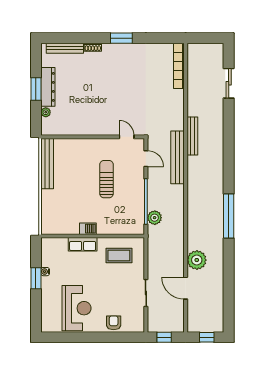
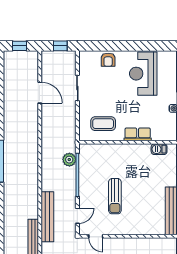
door: (146, 159) -> (77, 216), swing flipped
barbecue: (88, 229) -> (159, 149), moved
plant: (197, 260) -> (29, 119), removed

